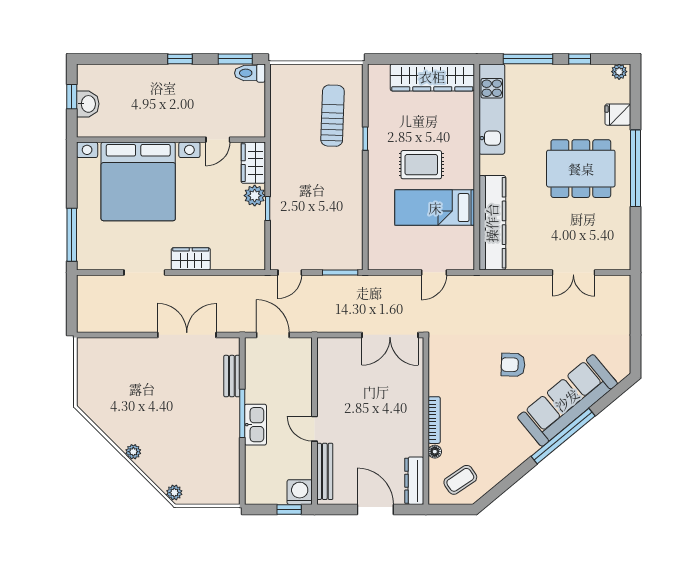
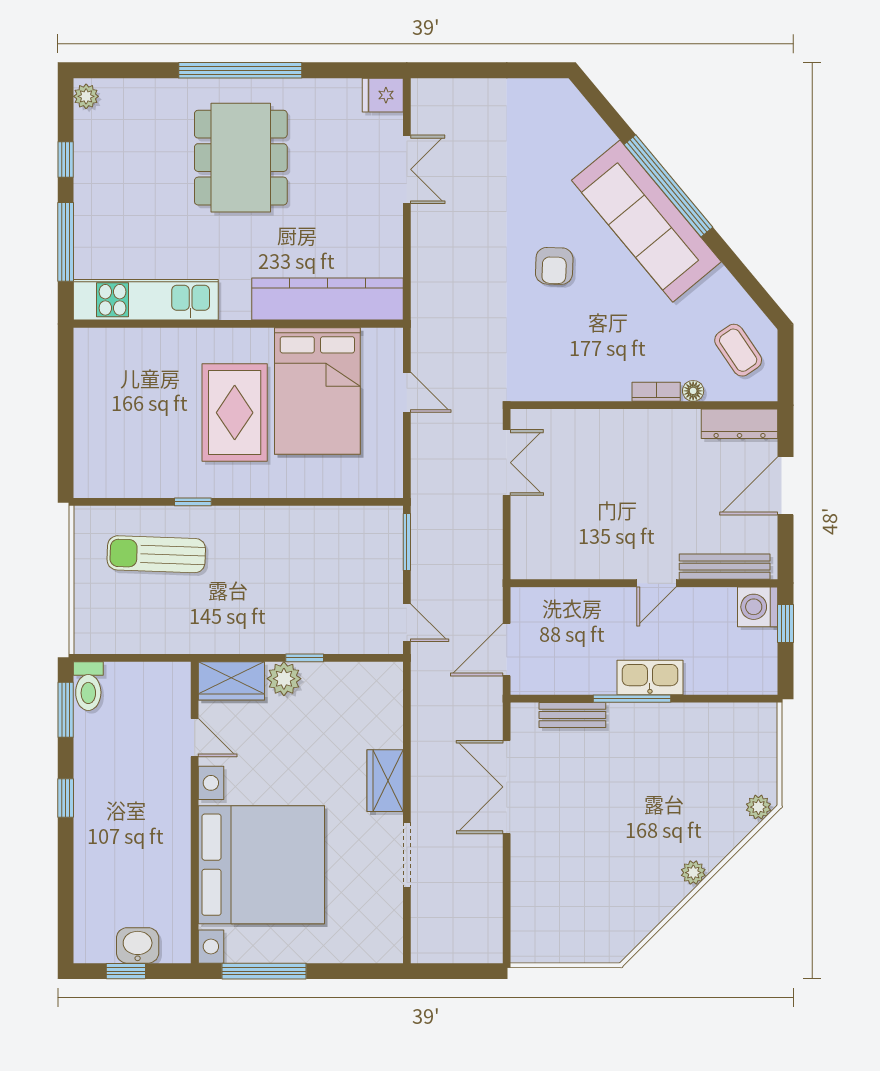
wardrobe: (432, 77) -> (95, 395), removed
fridge: (618, 115) -> (383, 95), moved, turned 90
rug: (421, 165) -> (235, 413), width x1.36, depth x1.43
bed: (435, 208) -> (317, 391), width x1.50
window: (72, 235) -> (264, 971), moved
double door: (390, 335) -> (507, 463), width x0.73
sofa: (567, 400) -> (646, 221), moved
bookcase: (434, 420) -> (656, 392), width x0.64

